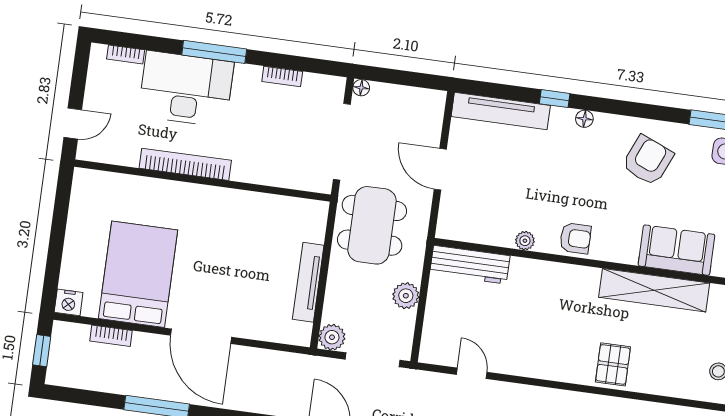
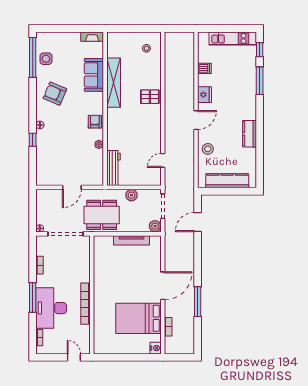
tv unit: (501, 111) -> (42, 164), removed
window: (42, 351) -> (179, 357), removed

